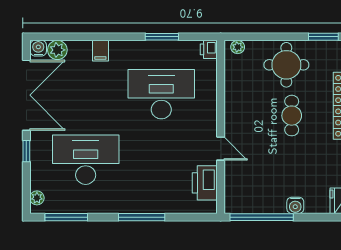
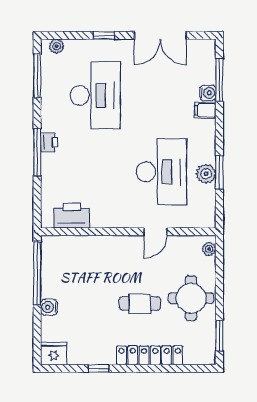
window: (70, 37) -> (219, 80), added
water cooler: (38, 48) -> (208, 93), moved
printer: (209, 49) -> (49, 142), moved, turned 90
plant: (57, 50) -> (206, 174), moved
double door: (26, 95) -> (160, 35), width x0.73
door: (221, 149) -> (155, 232), moved

